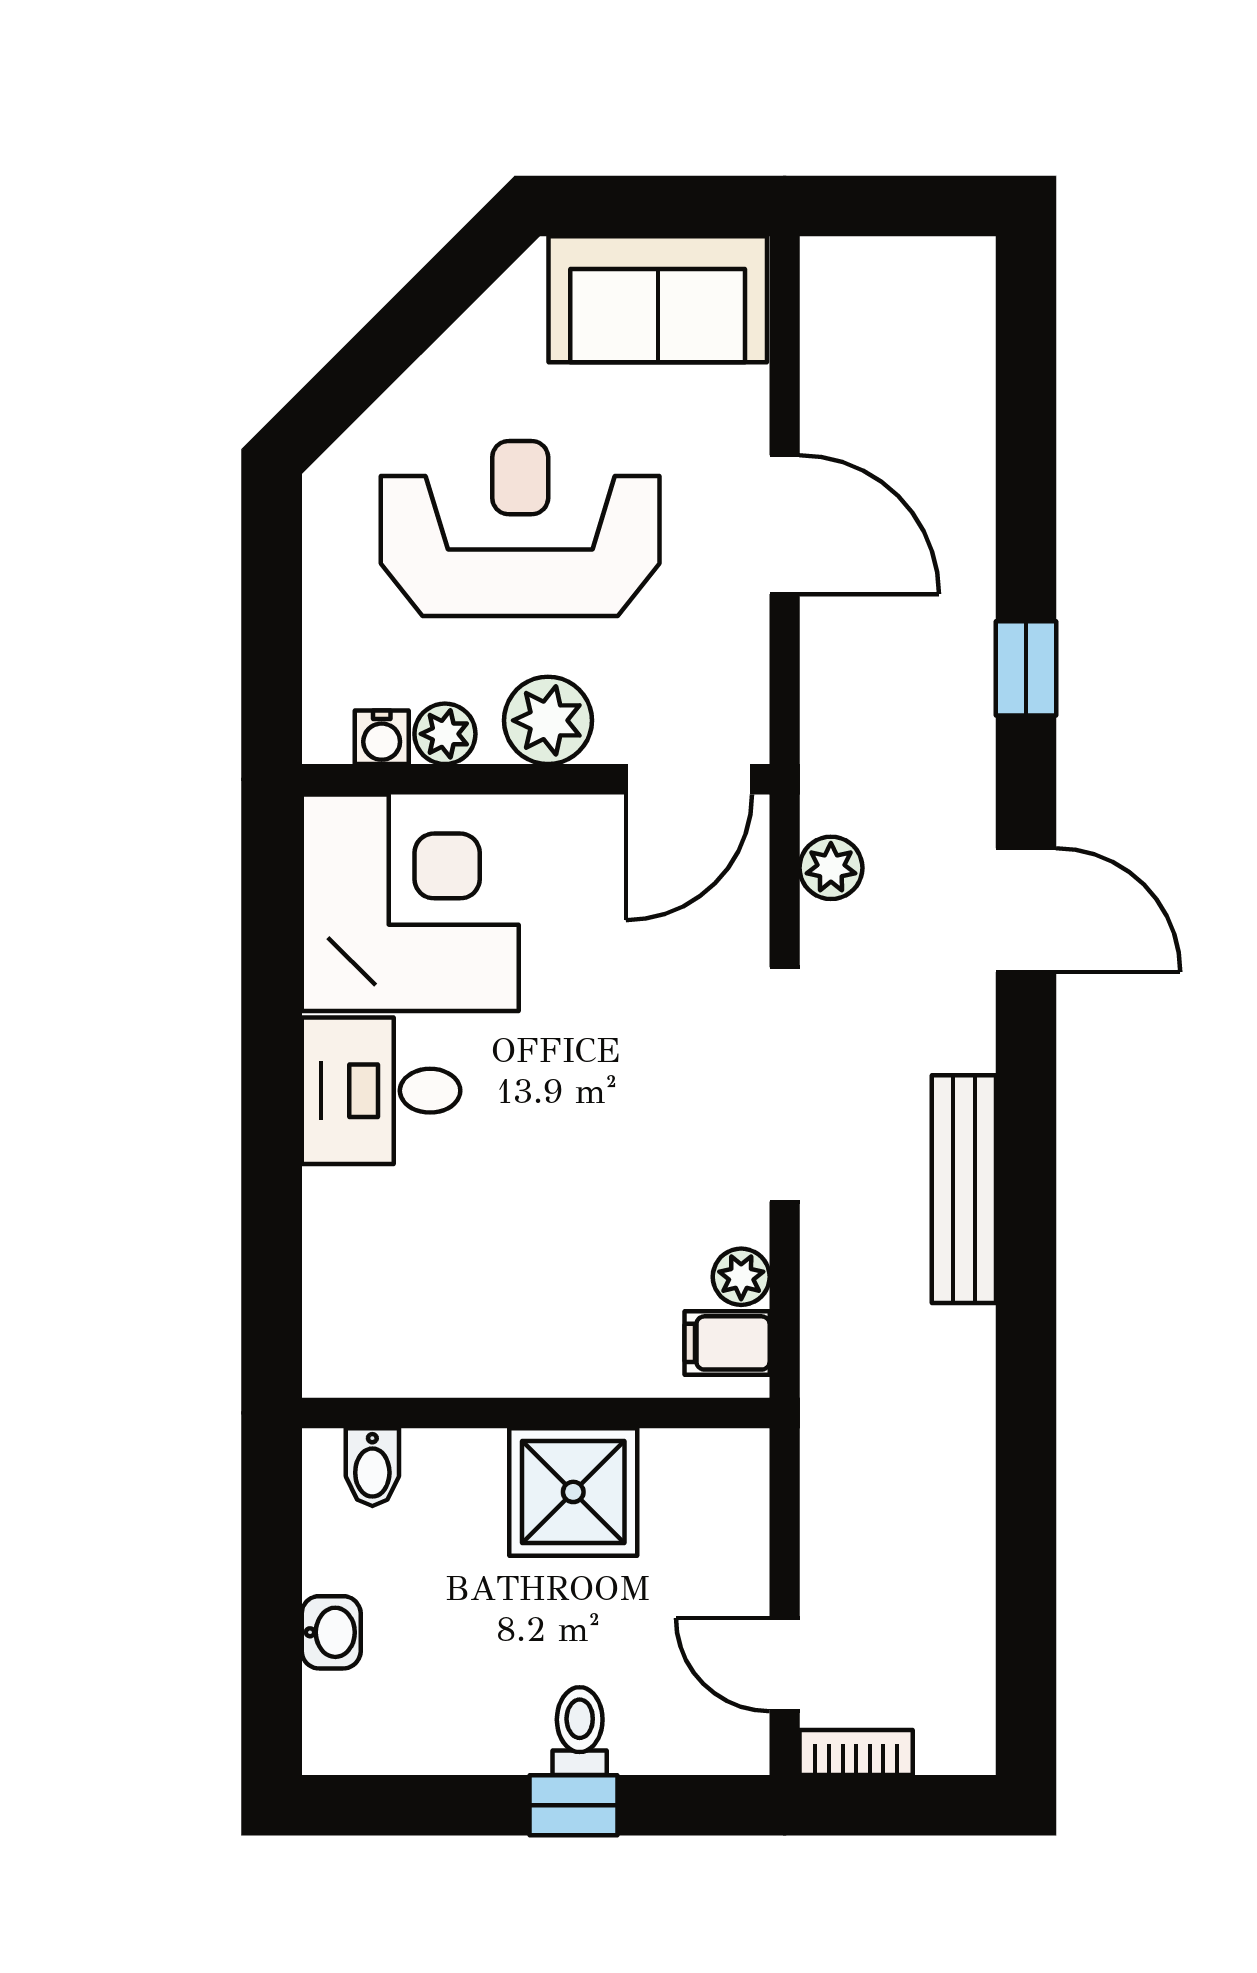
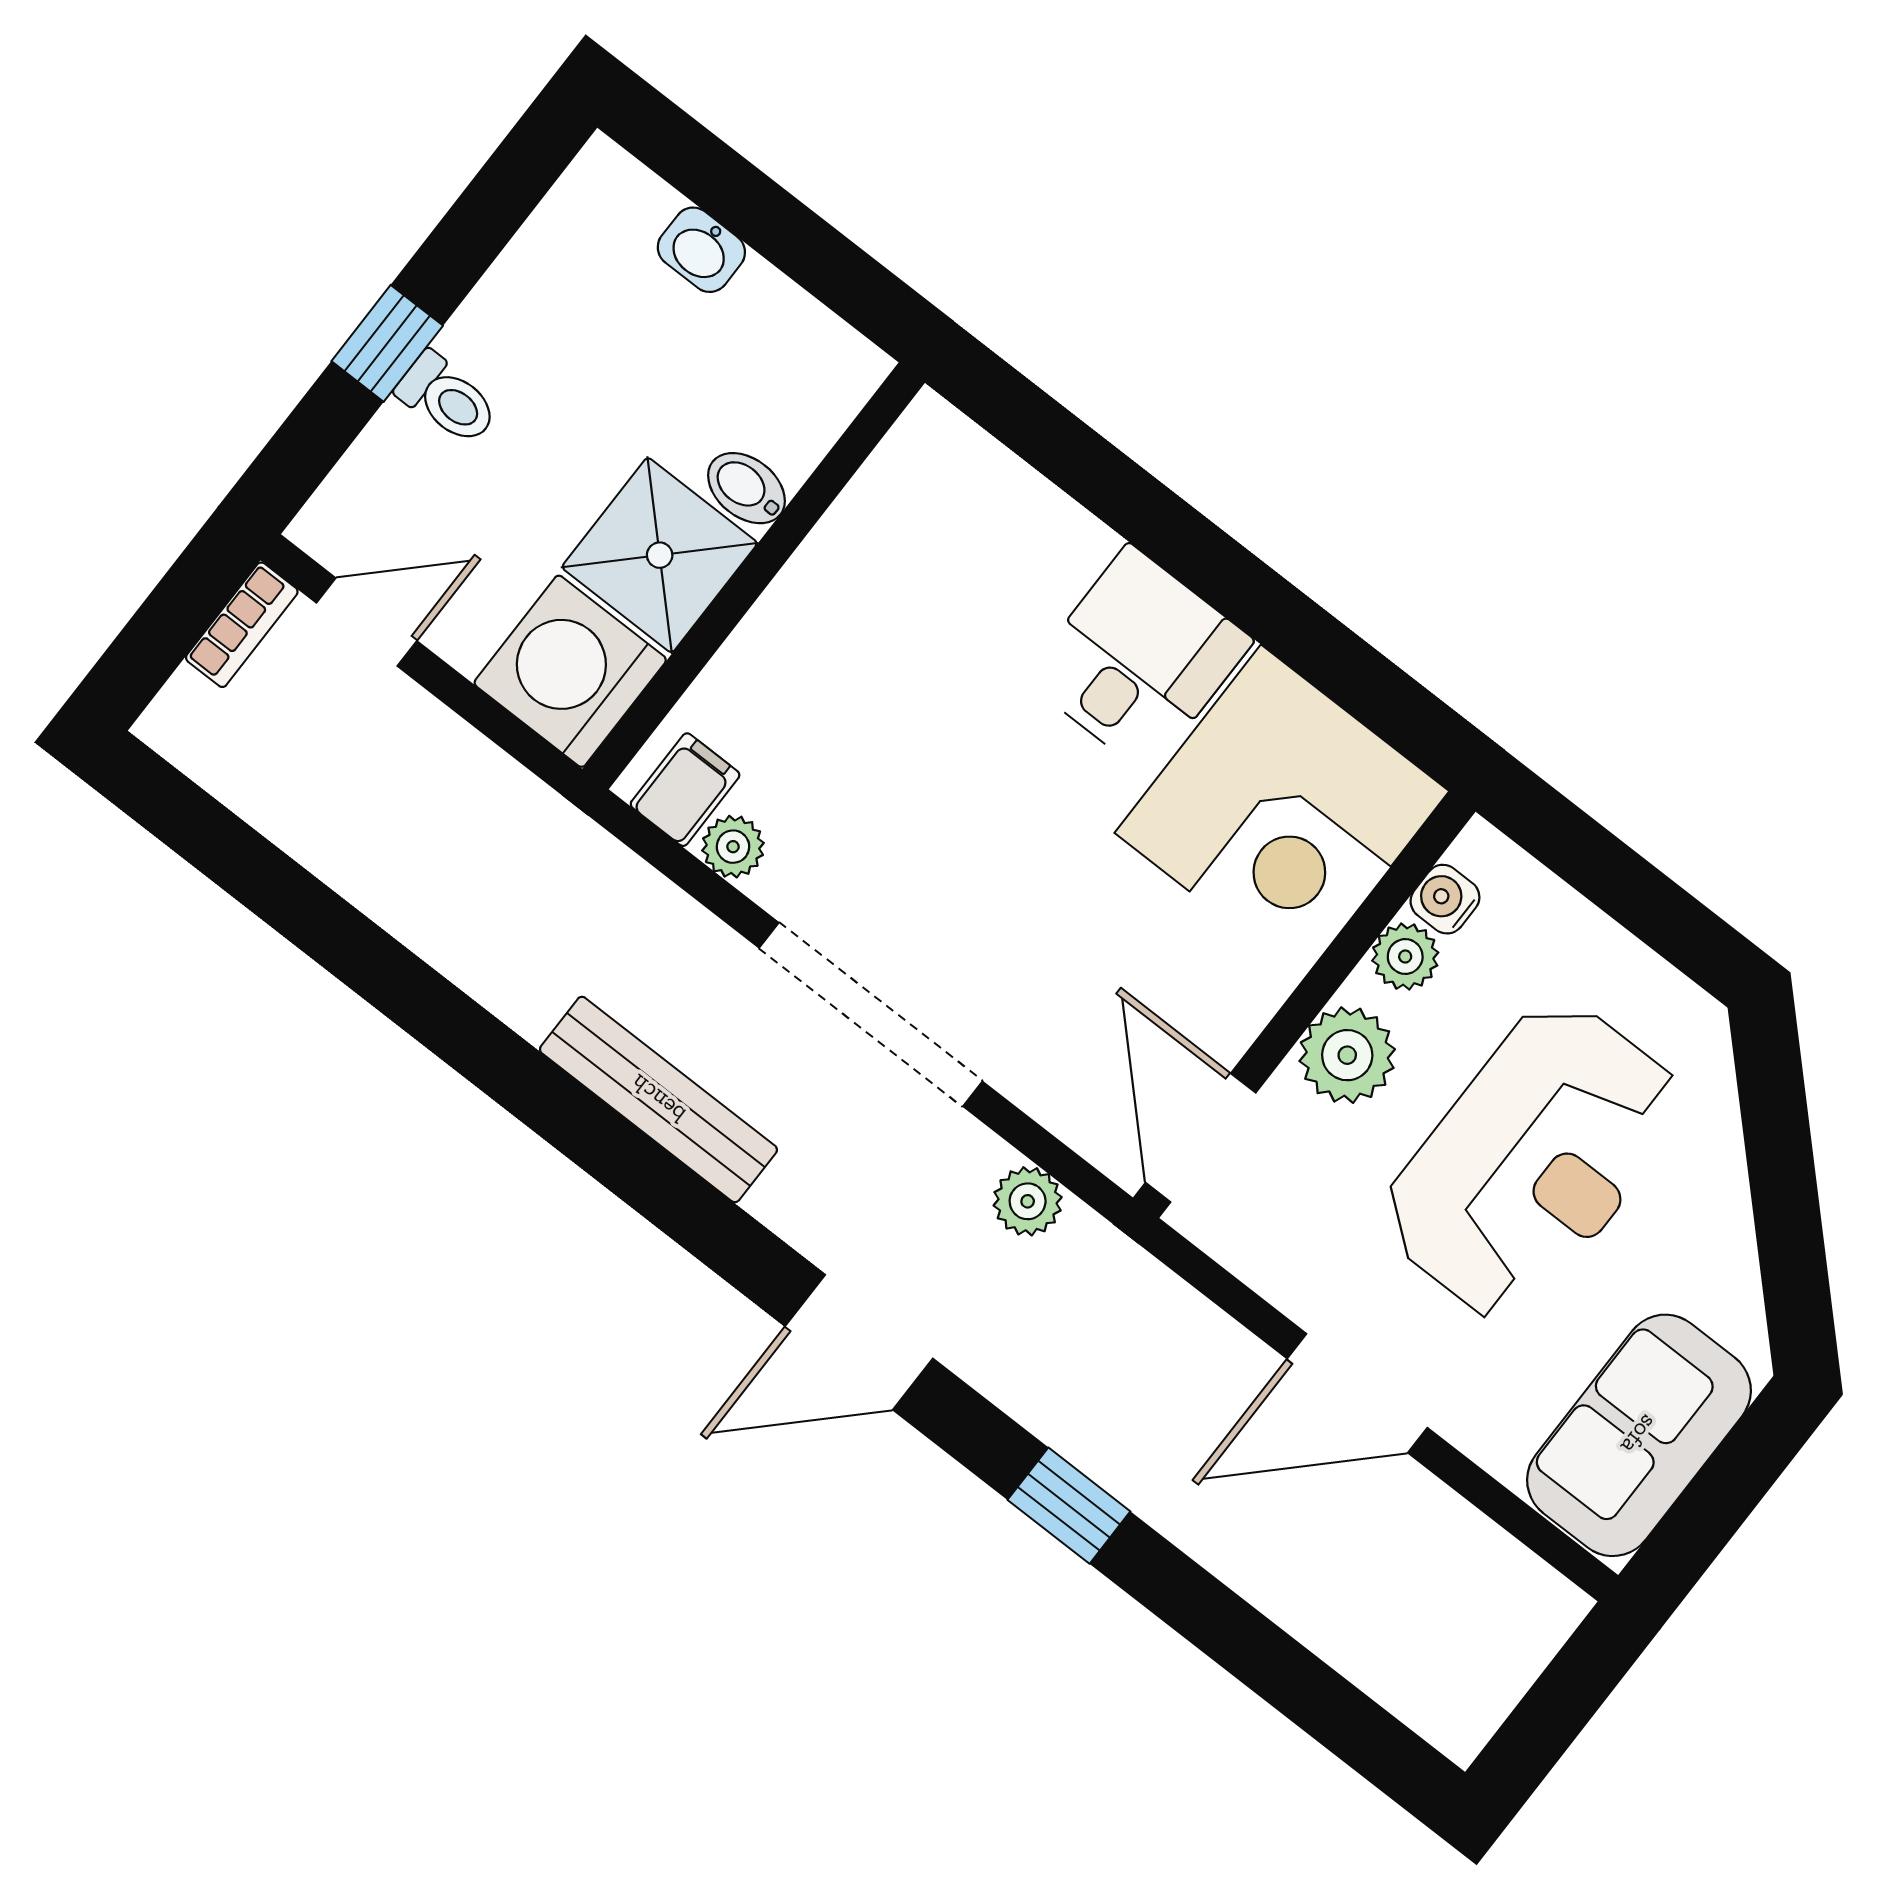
bidet: (372, 1467) -> (746, 488), moved
washing machine: (706, 1491) -> (570, 671), added

